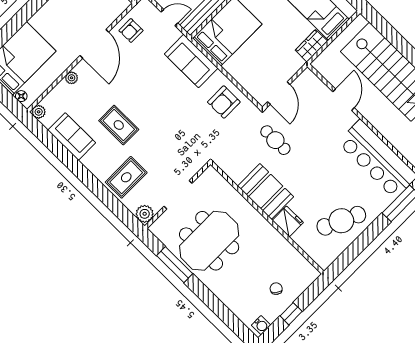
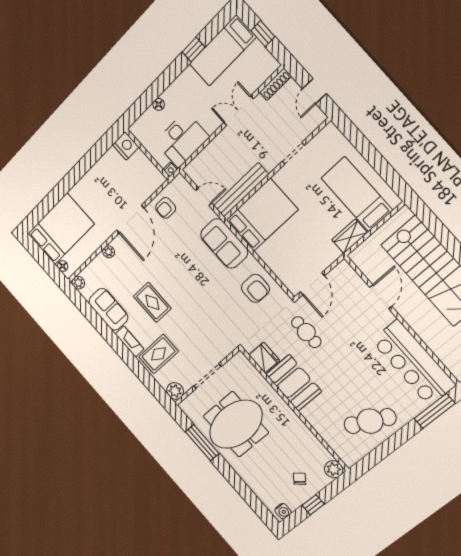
armchair: (224, 102) -> (255, 288), turned -90
fireplace: (95, 168) -> (130, 342), added
fridge: (288, 221) -> (264, 358), moved
plant: (309, 274) -> (334, 469), added

